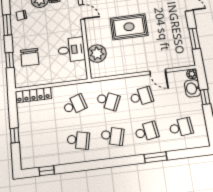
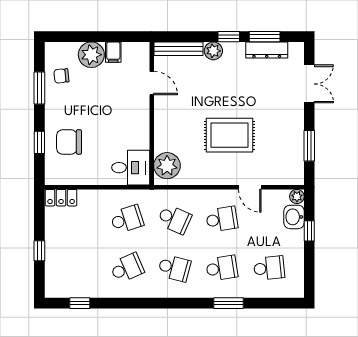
rug: (129, 27) -> (229, 135), moved
desk: (71, 50) -> (131, 168), moved
plant: (97, 53) -> (167, 166), moved
chair: (30, 57) -> (69, 142), turned 90
locker: (33, 95) -> (61, 198), width x0.66
school desk: (78, 140) -> (127, 268), turned -36

